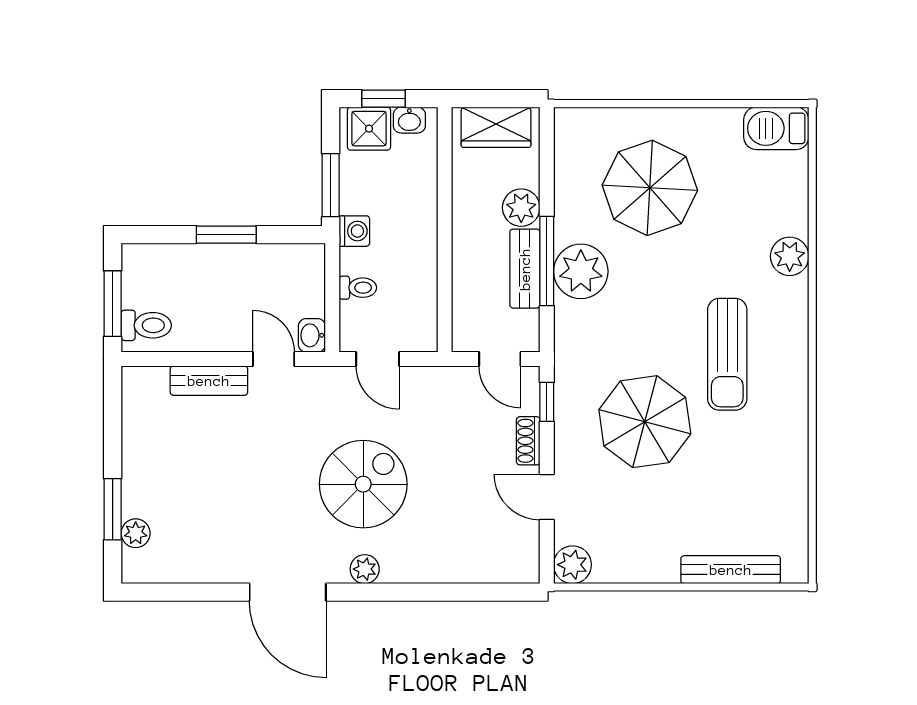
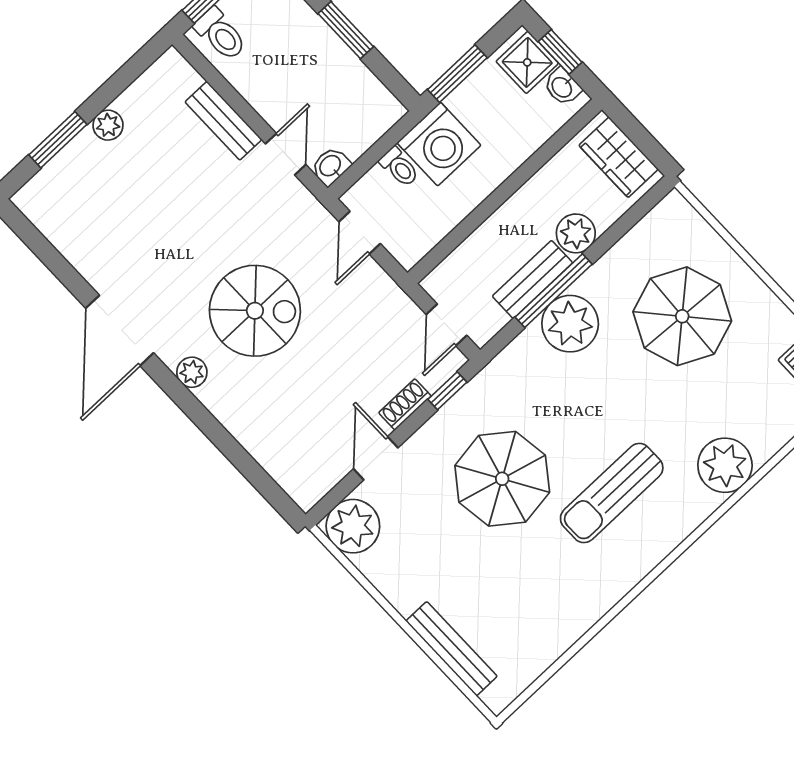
washing machine: (354, 231) -> (439, 144), width x1.89, depth x1.89
plant: (790, 256) -> (725, 465), width x1.36, depth x1.36
plant: (136, 533) -> (108, 125), moved
plant: (572, 565) -> (353, 526), width x1.36, depth x1.36

